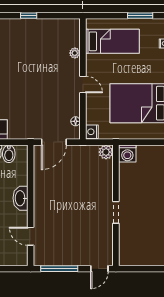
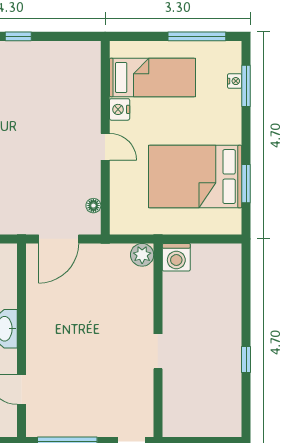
window: (140, 16) -> (197, 36), width x1.44
plant: (75, 53) -> (92, 96), removed
nightstand: (92, 132) -> (120, 109), moved

